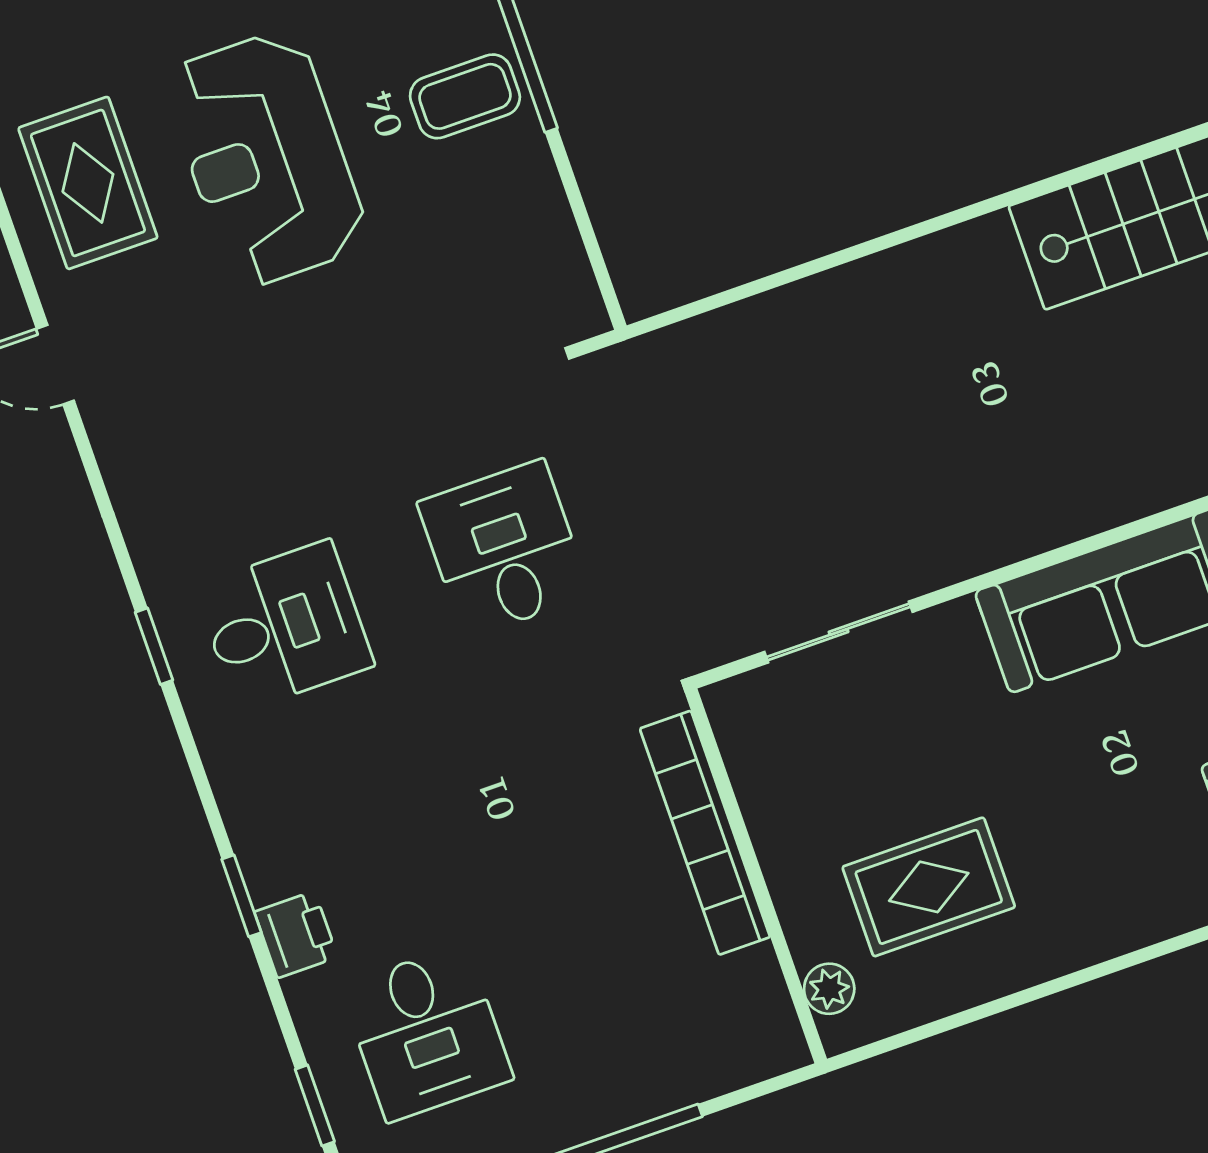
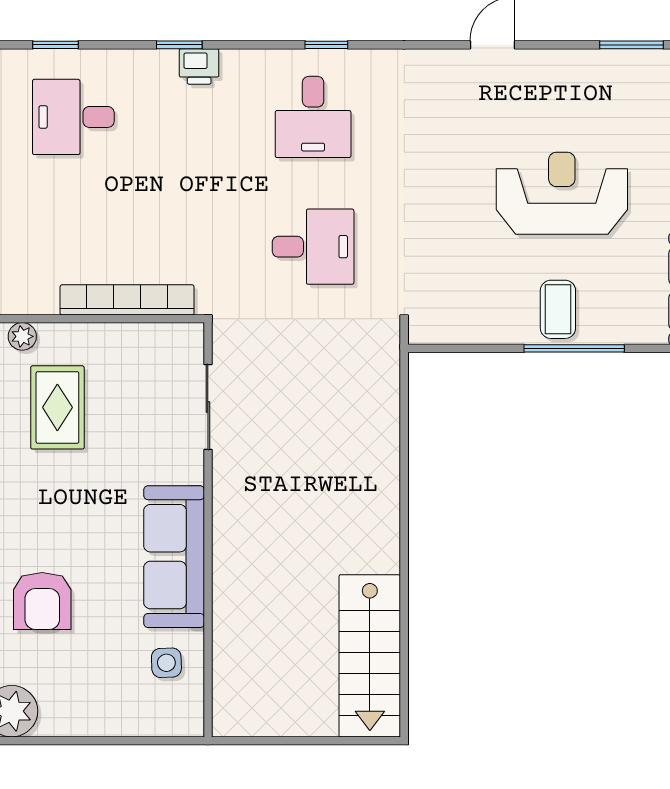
rug: (88, 183) -> (582, 95), removed
printer: (296, 934) -> (199, 66), moved

